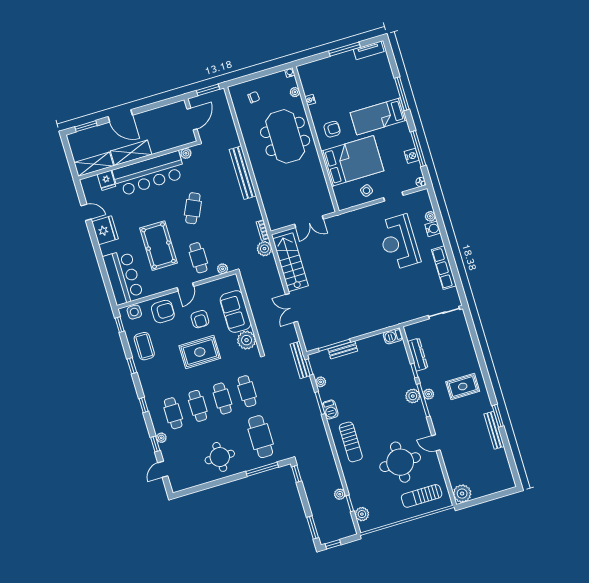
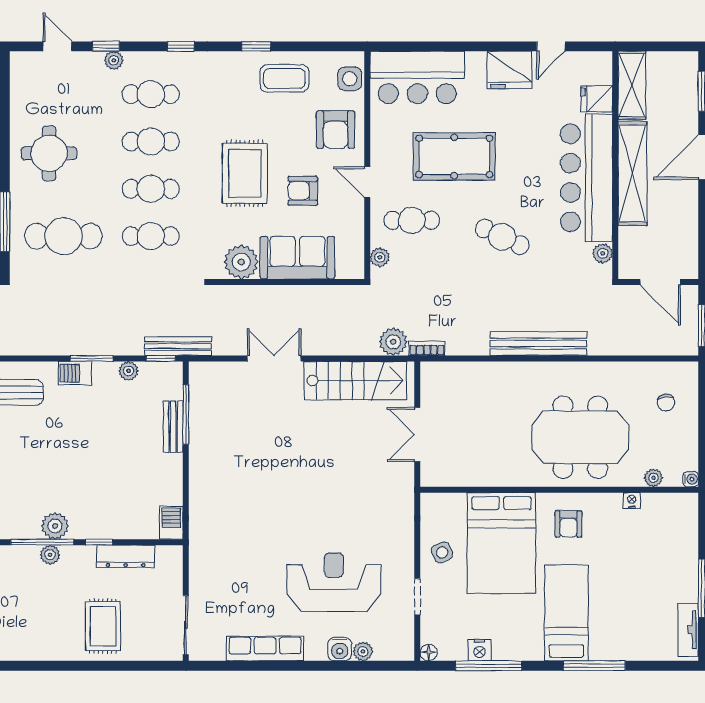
shelving: (131, 153) -> (632, 173), width x1.47
window: (120, 325) -> (335, 46), removed
rug: (463, 386) -> (103, 626), moved

